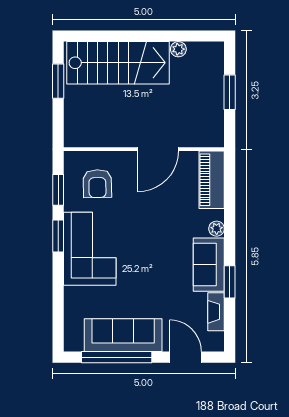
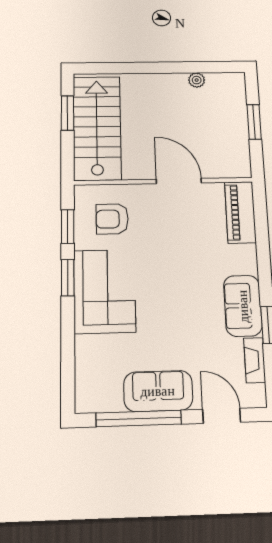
stairs: (118, 63) -> (97, 128), moved, turned -90
door: (158, 149) -> (179, 181), swing flipped
armchair: (97, 184) -> (112, 219), turned 91
plant: (217, 229) -> (249, 265), removed
sofa: (123, 335) -> (158, 391), width x0.73

